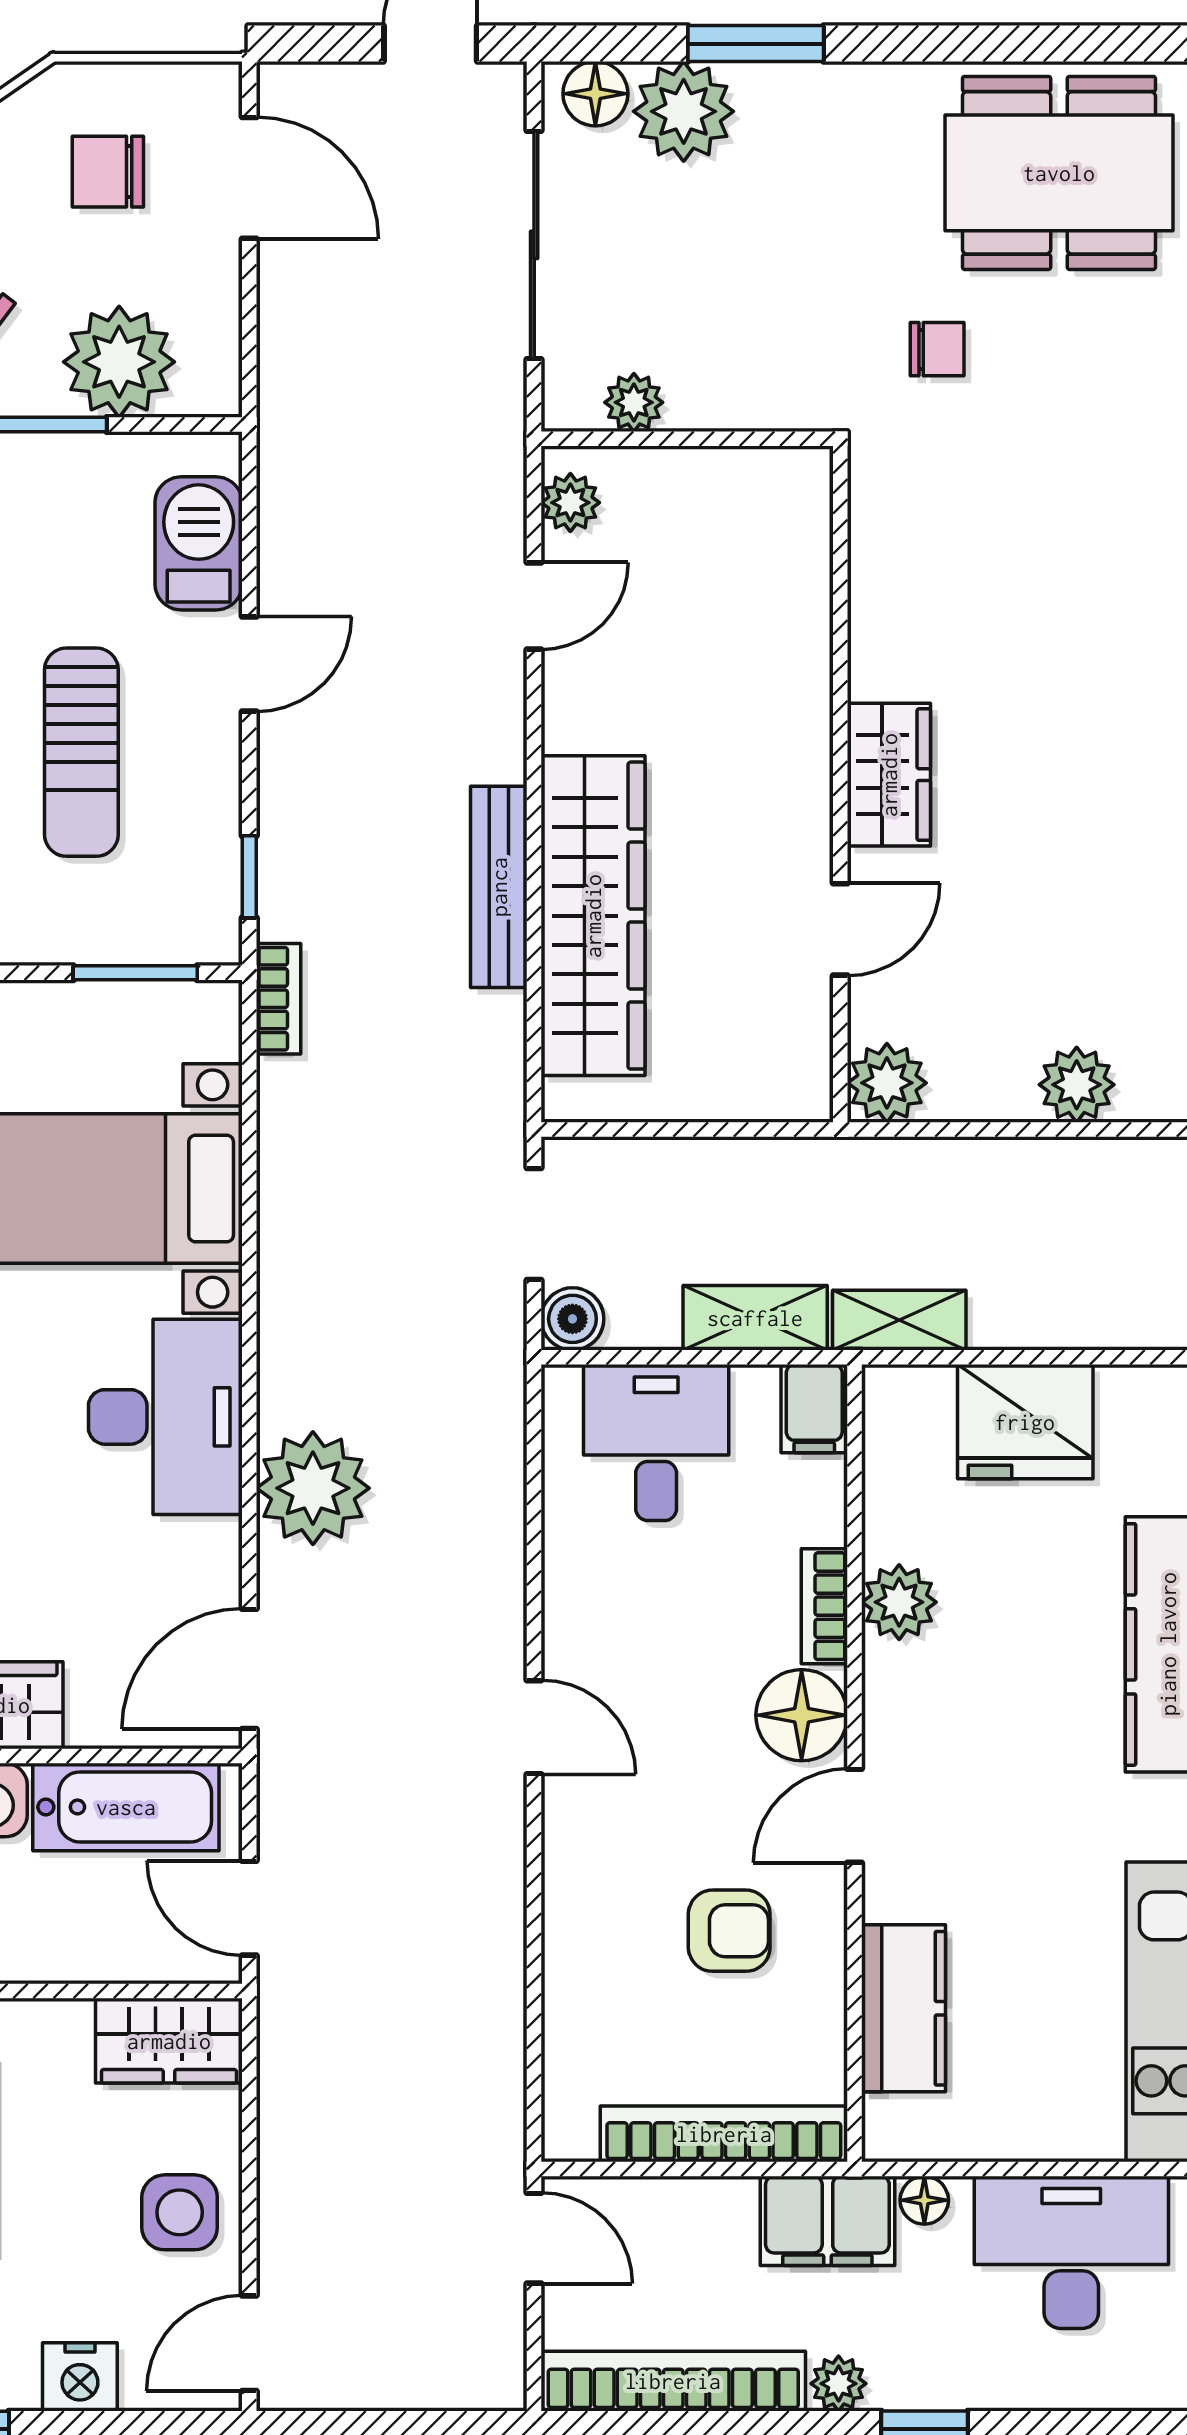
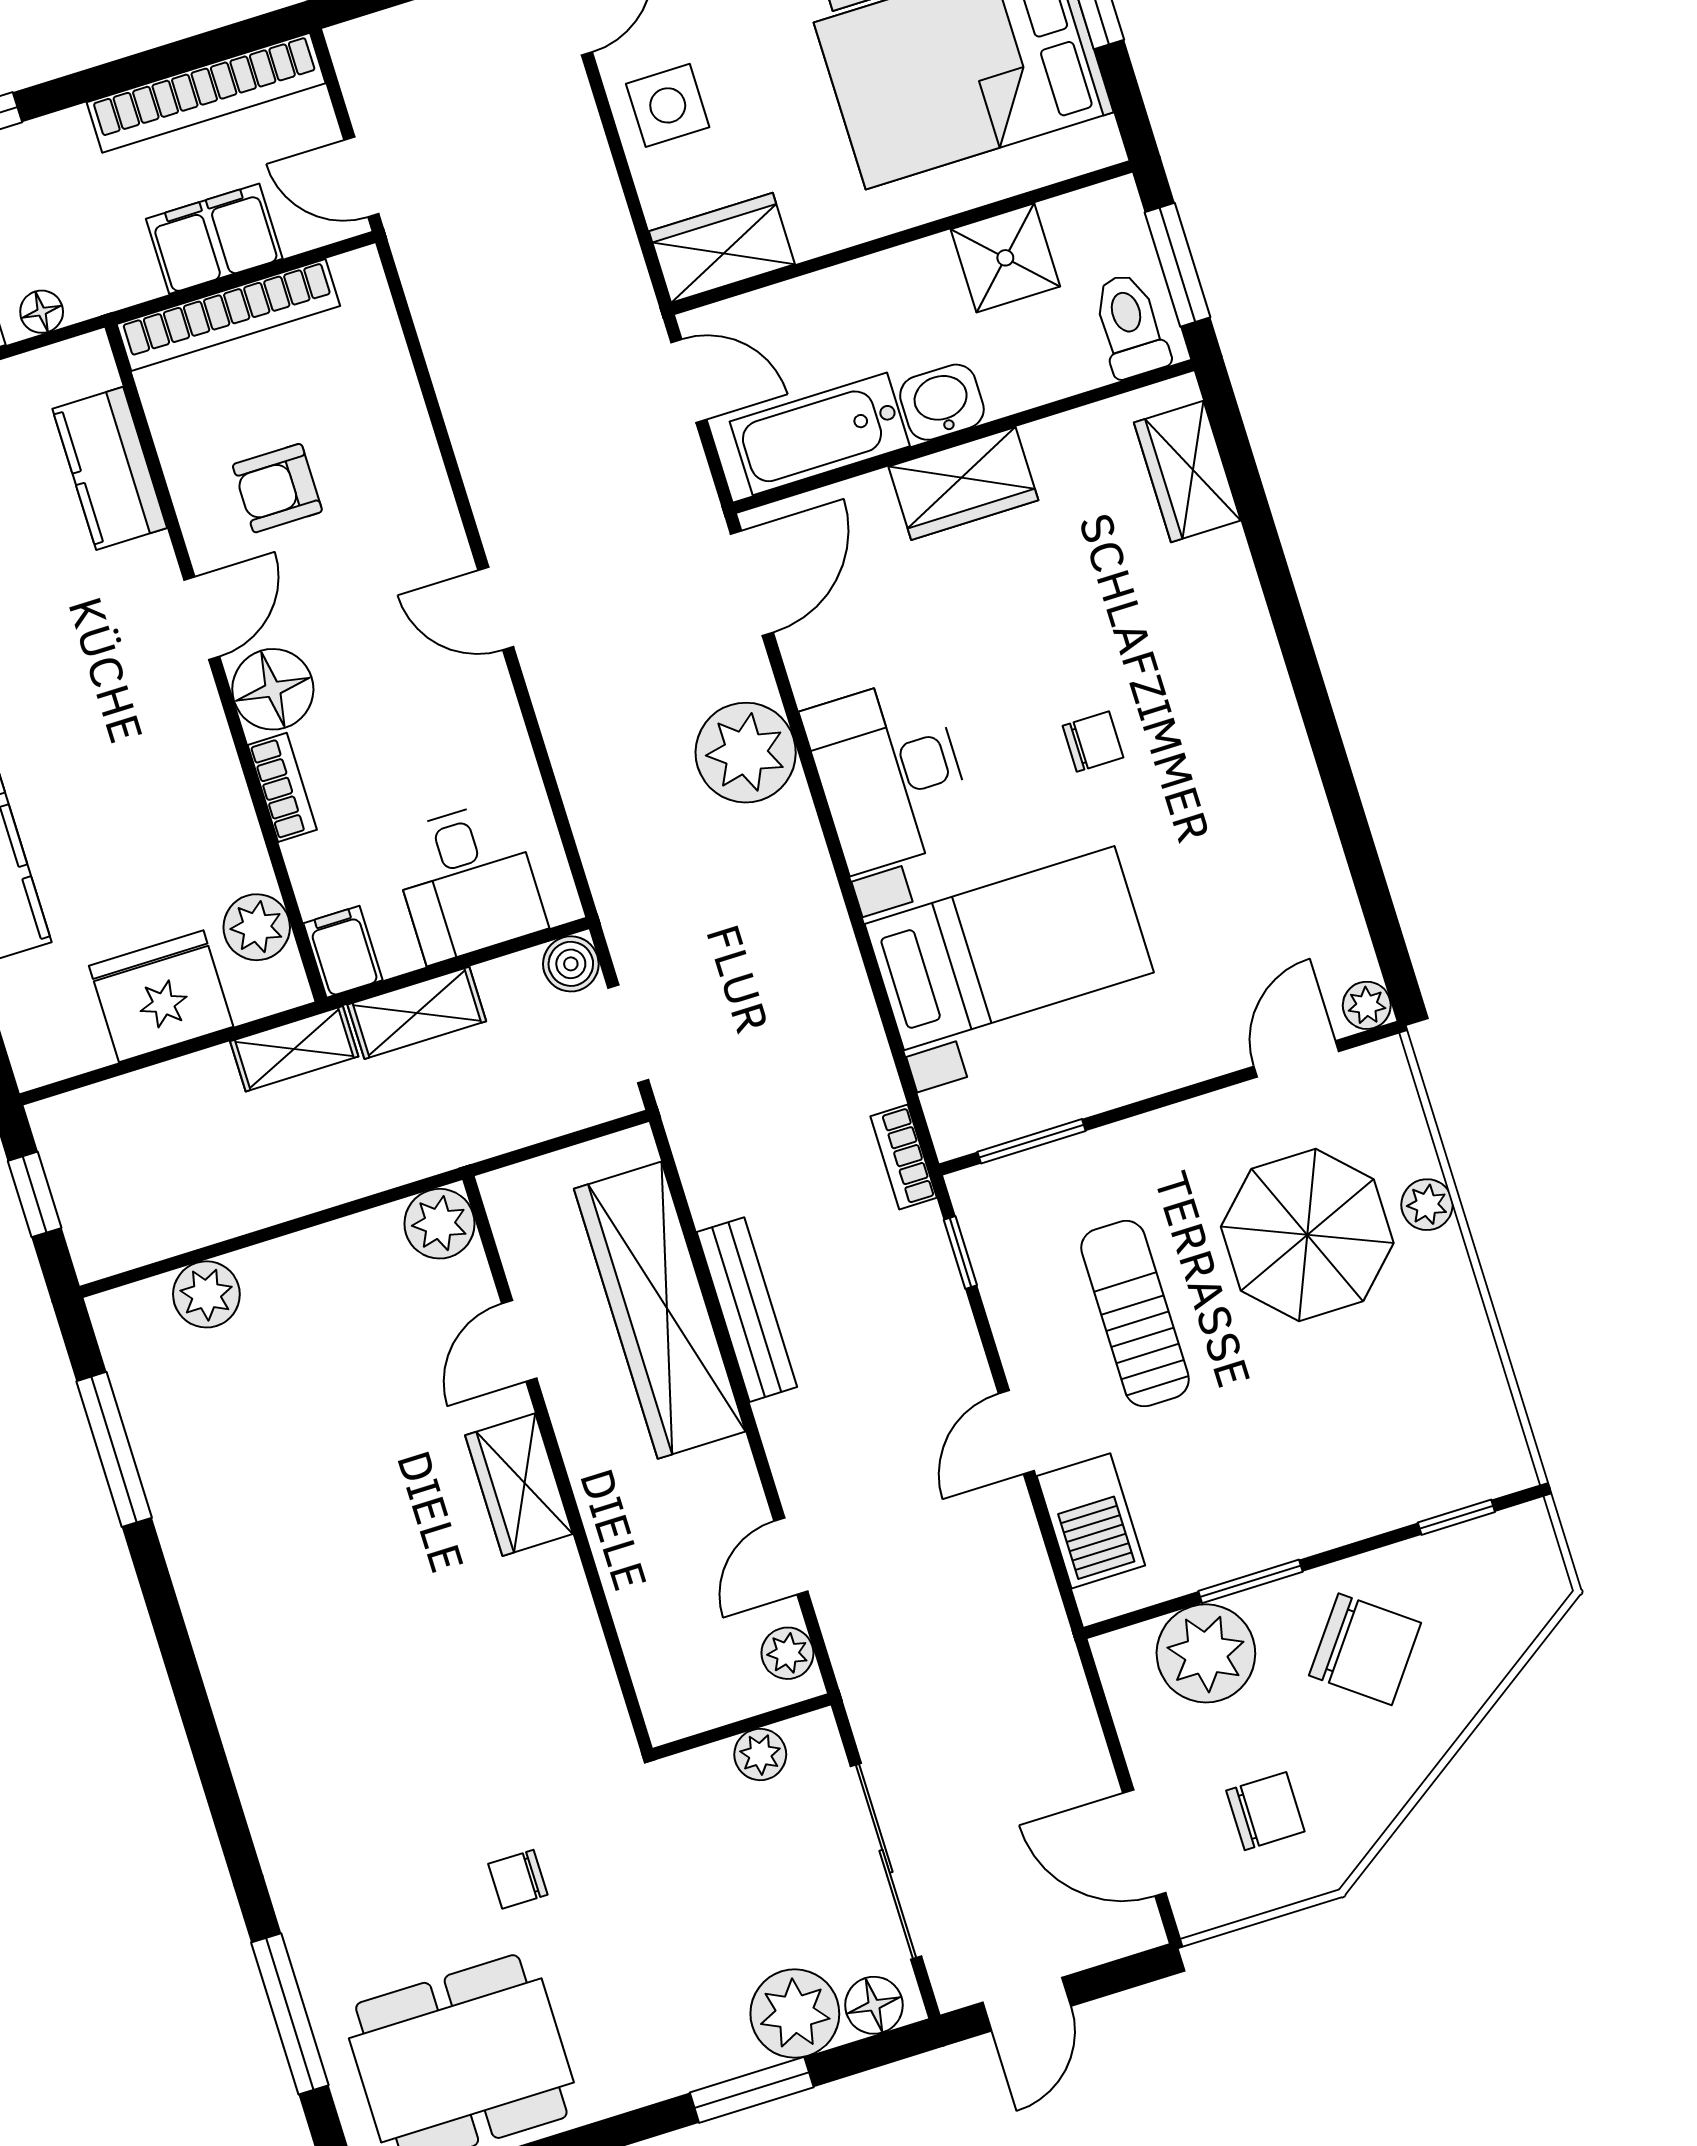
wardrobe: (889, 775) -> (519, 1485), moved
wall: (840, 784) -> (558, 1464), moved
door: (840, 929) -> (519, 1341), moved
plant: (887, 1083) -> (439, 1224), moved
plant: (899, 1602) -> (257, 927), moved
filing cabinet: (827, 2221) -> (214, 239), moved
plant: (839, 2384) -> (66, 134), removed

